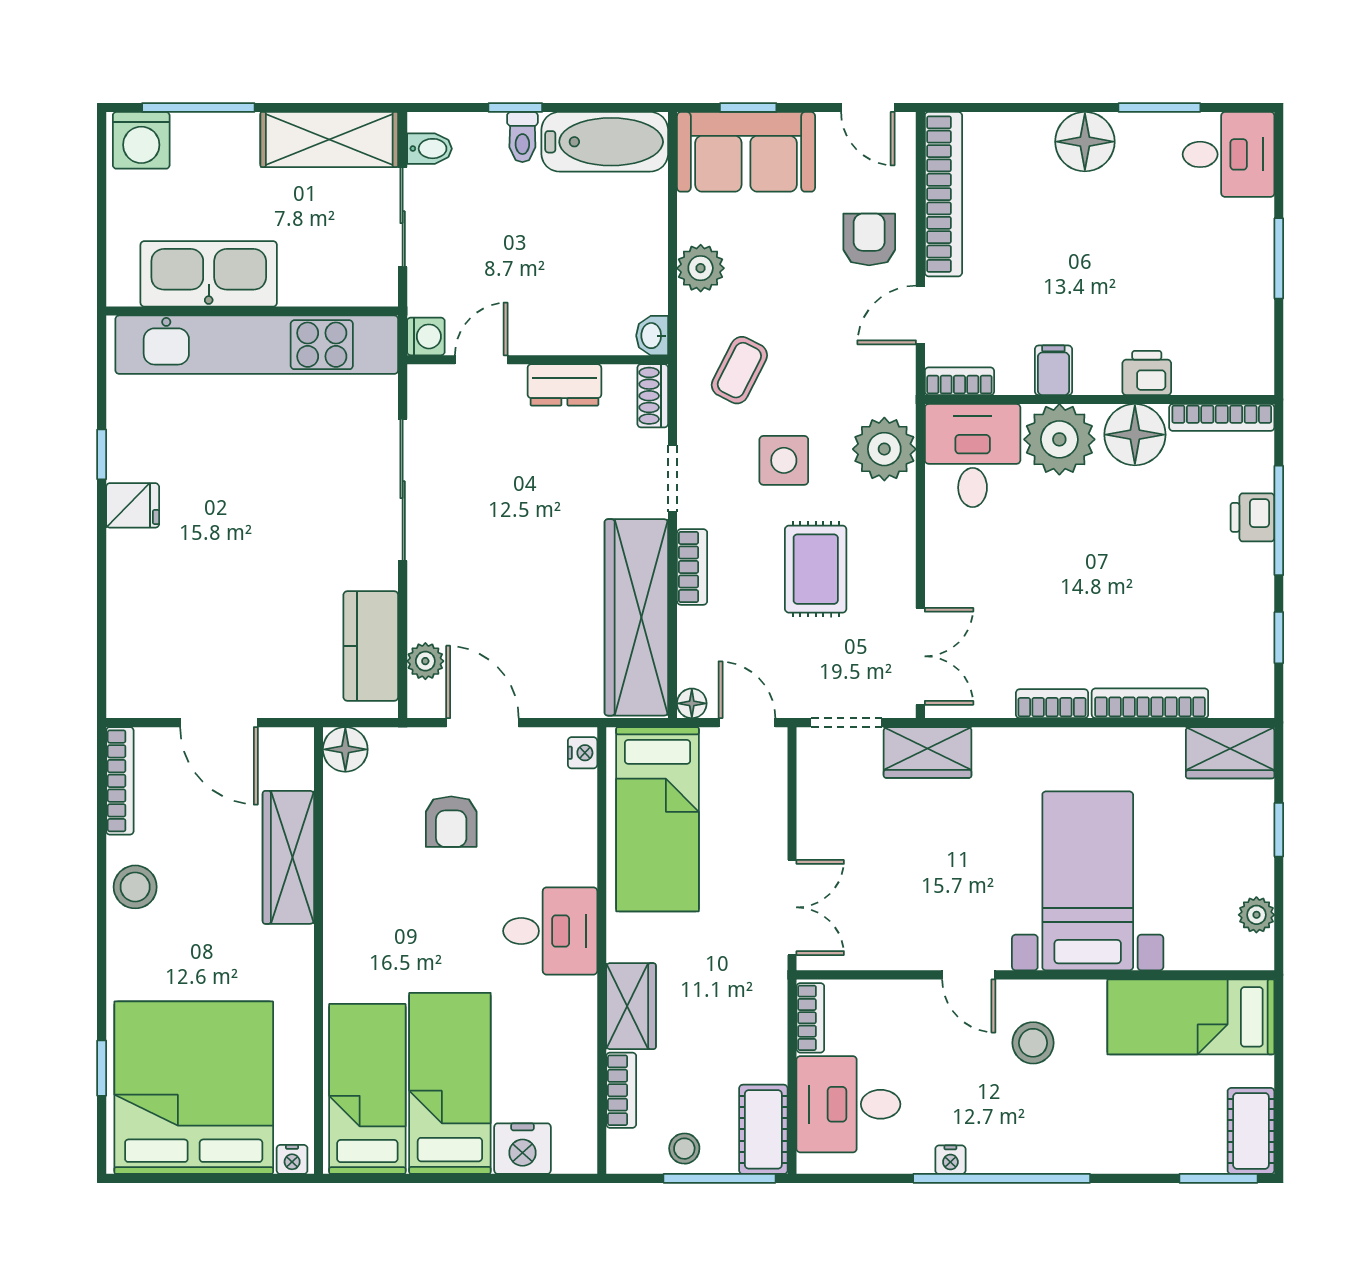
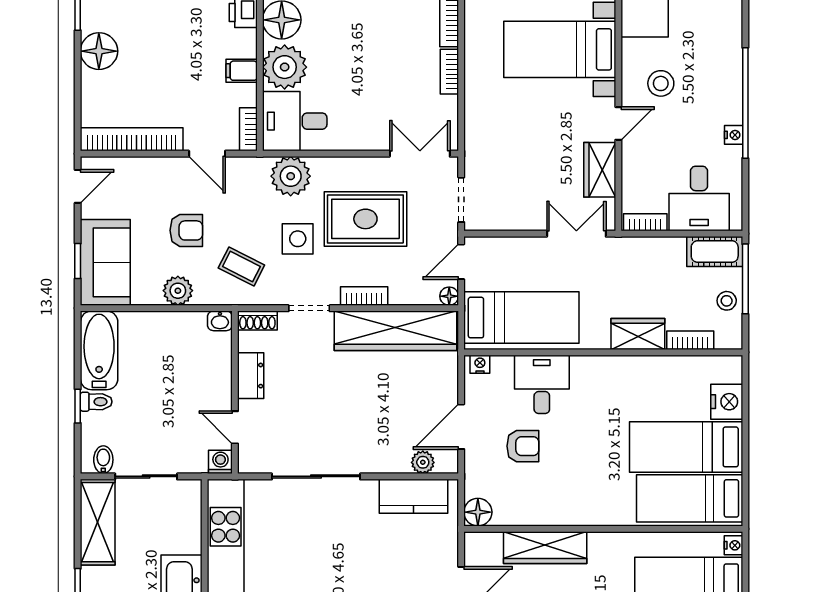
armchair: (869, 239) -> (186, 230), moved, turned 180
rug: (816, 569) -> (365, 219), width x1.36, depth x1.43
wardrobe: (928, 752) -> (600, 170), moved, turned 180
desk: (550, 931) -> (542, 384), moved

